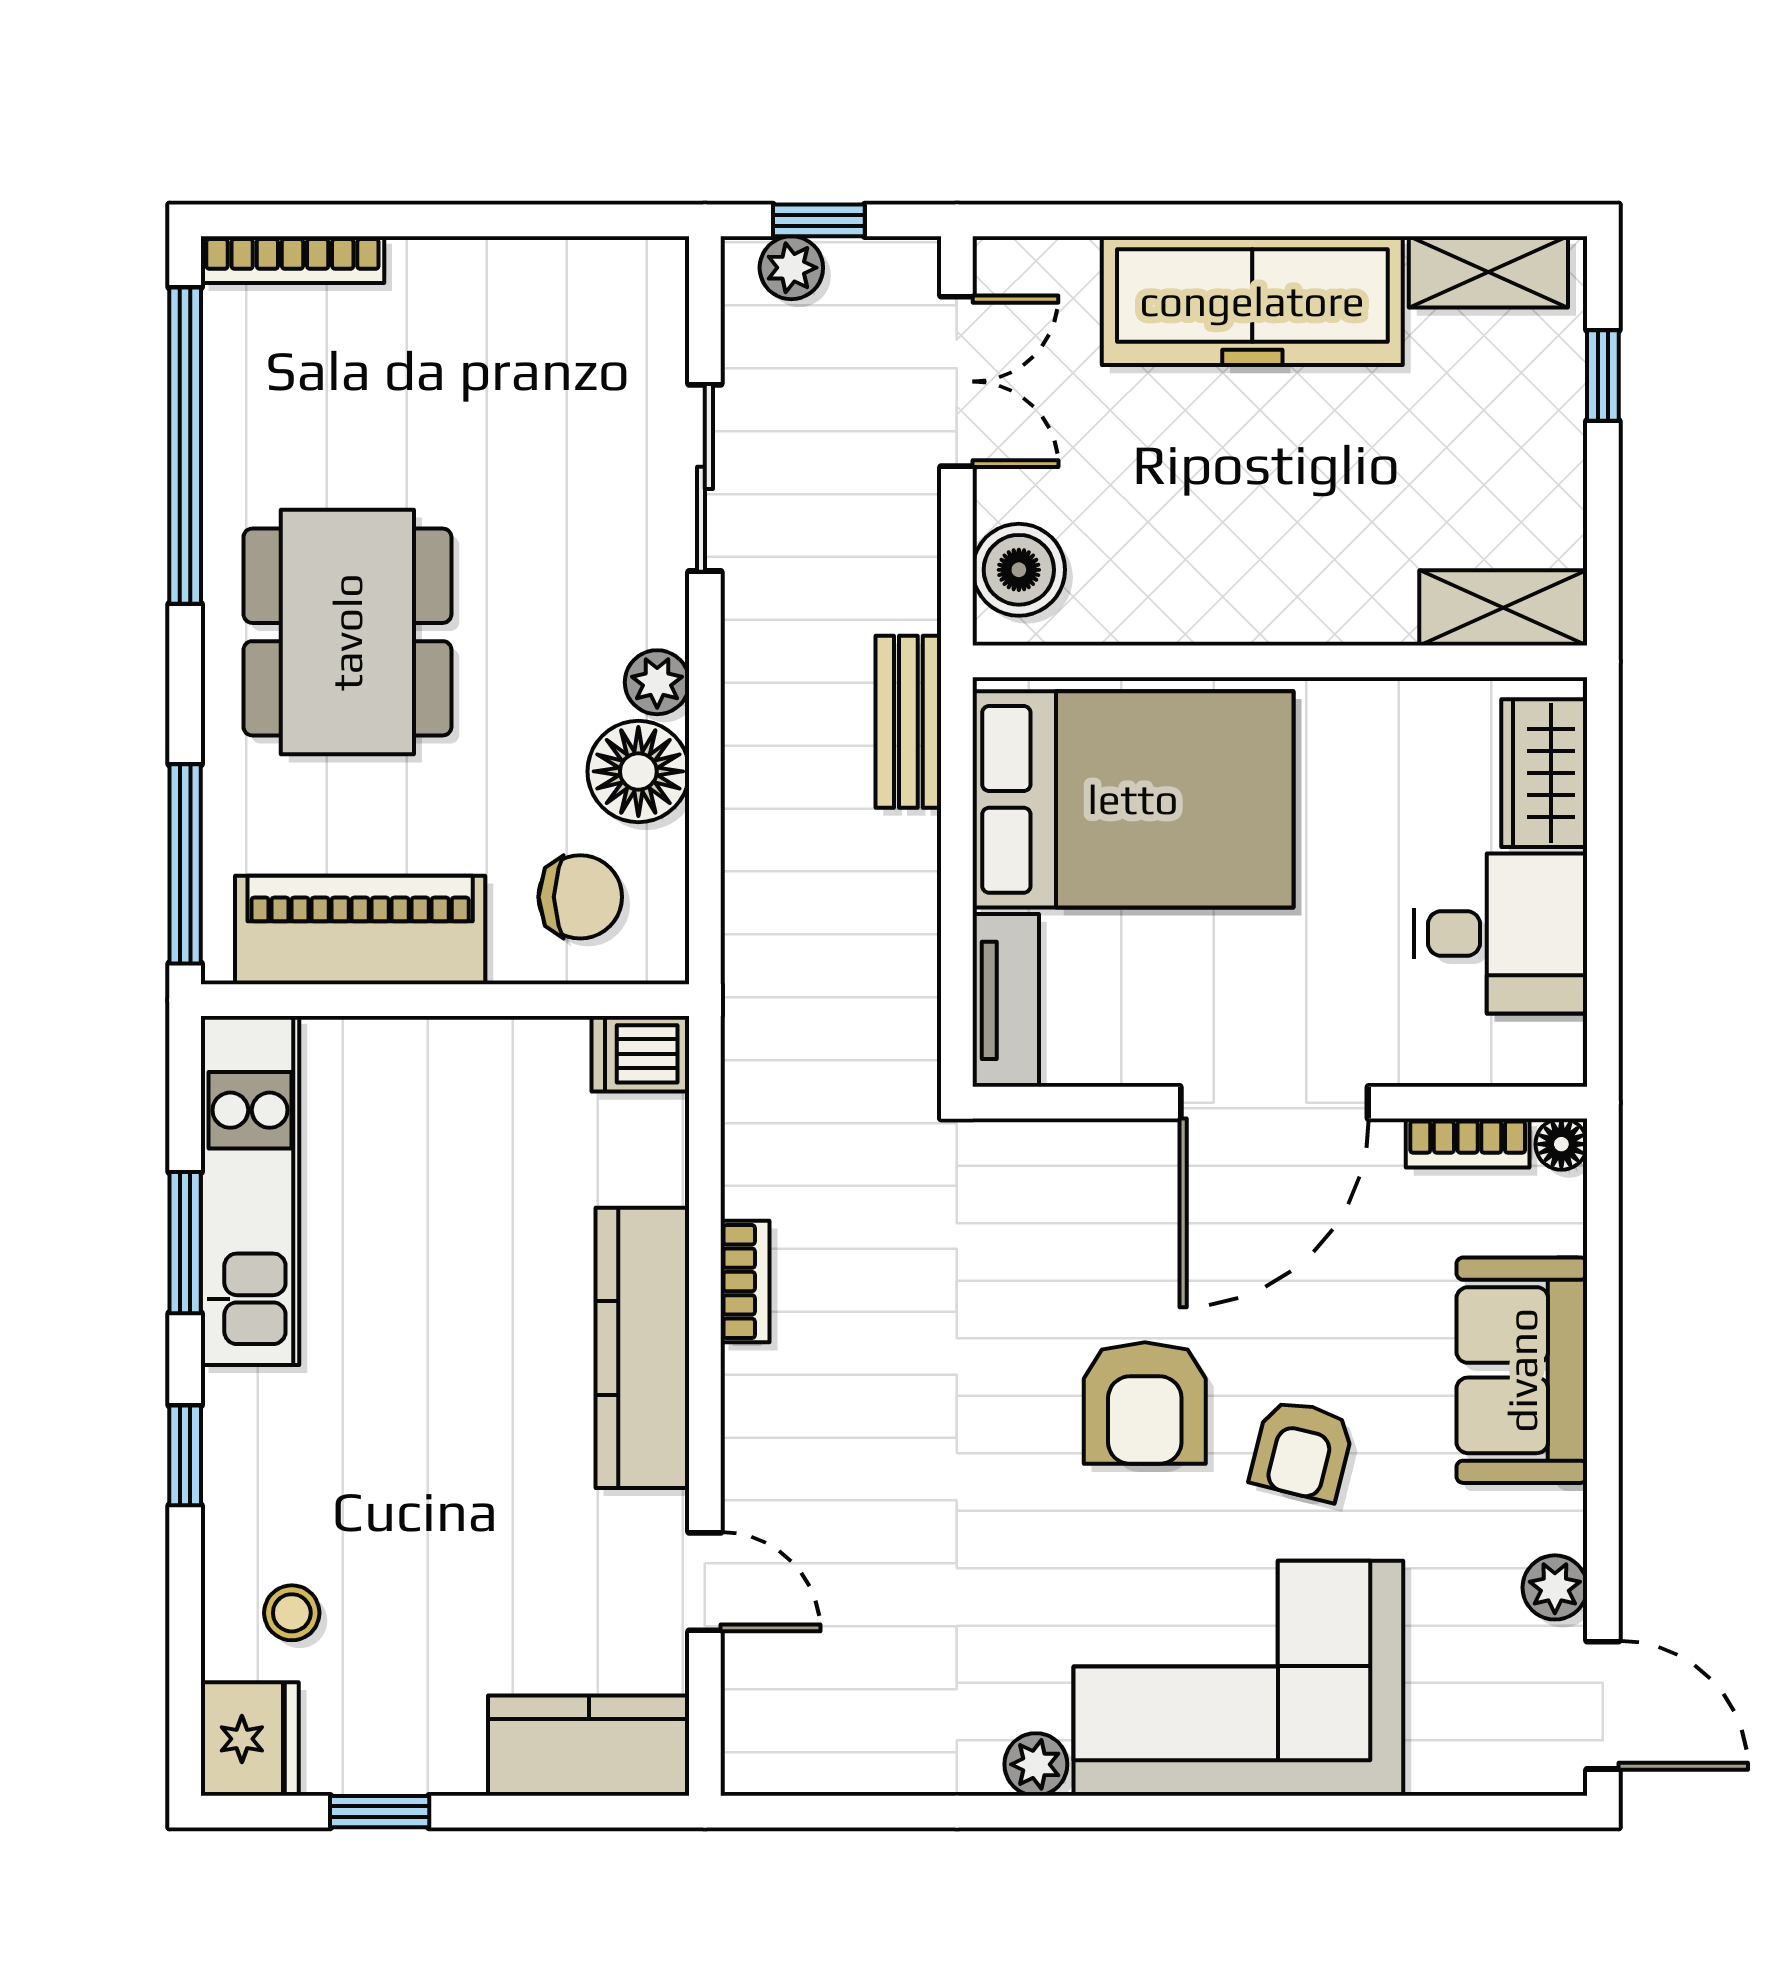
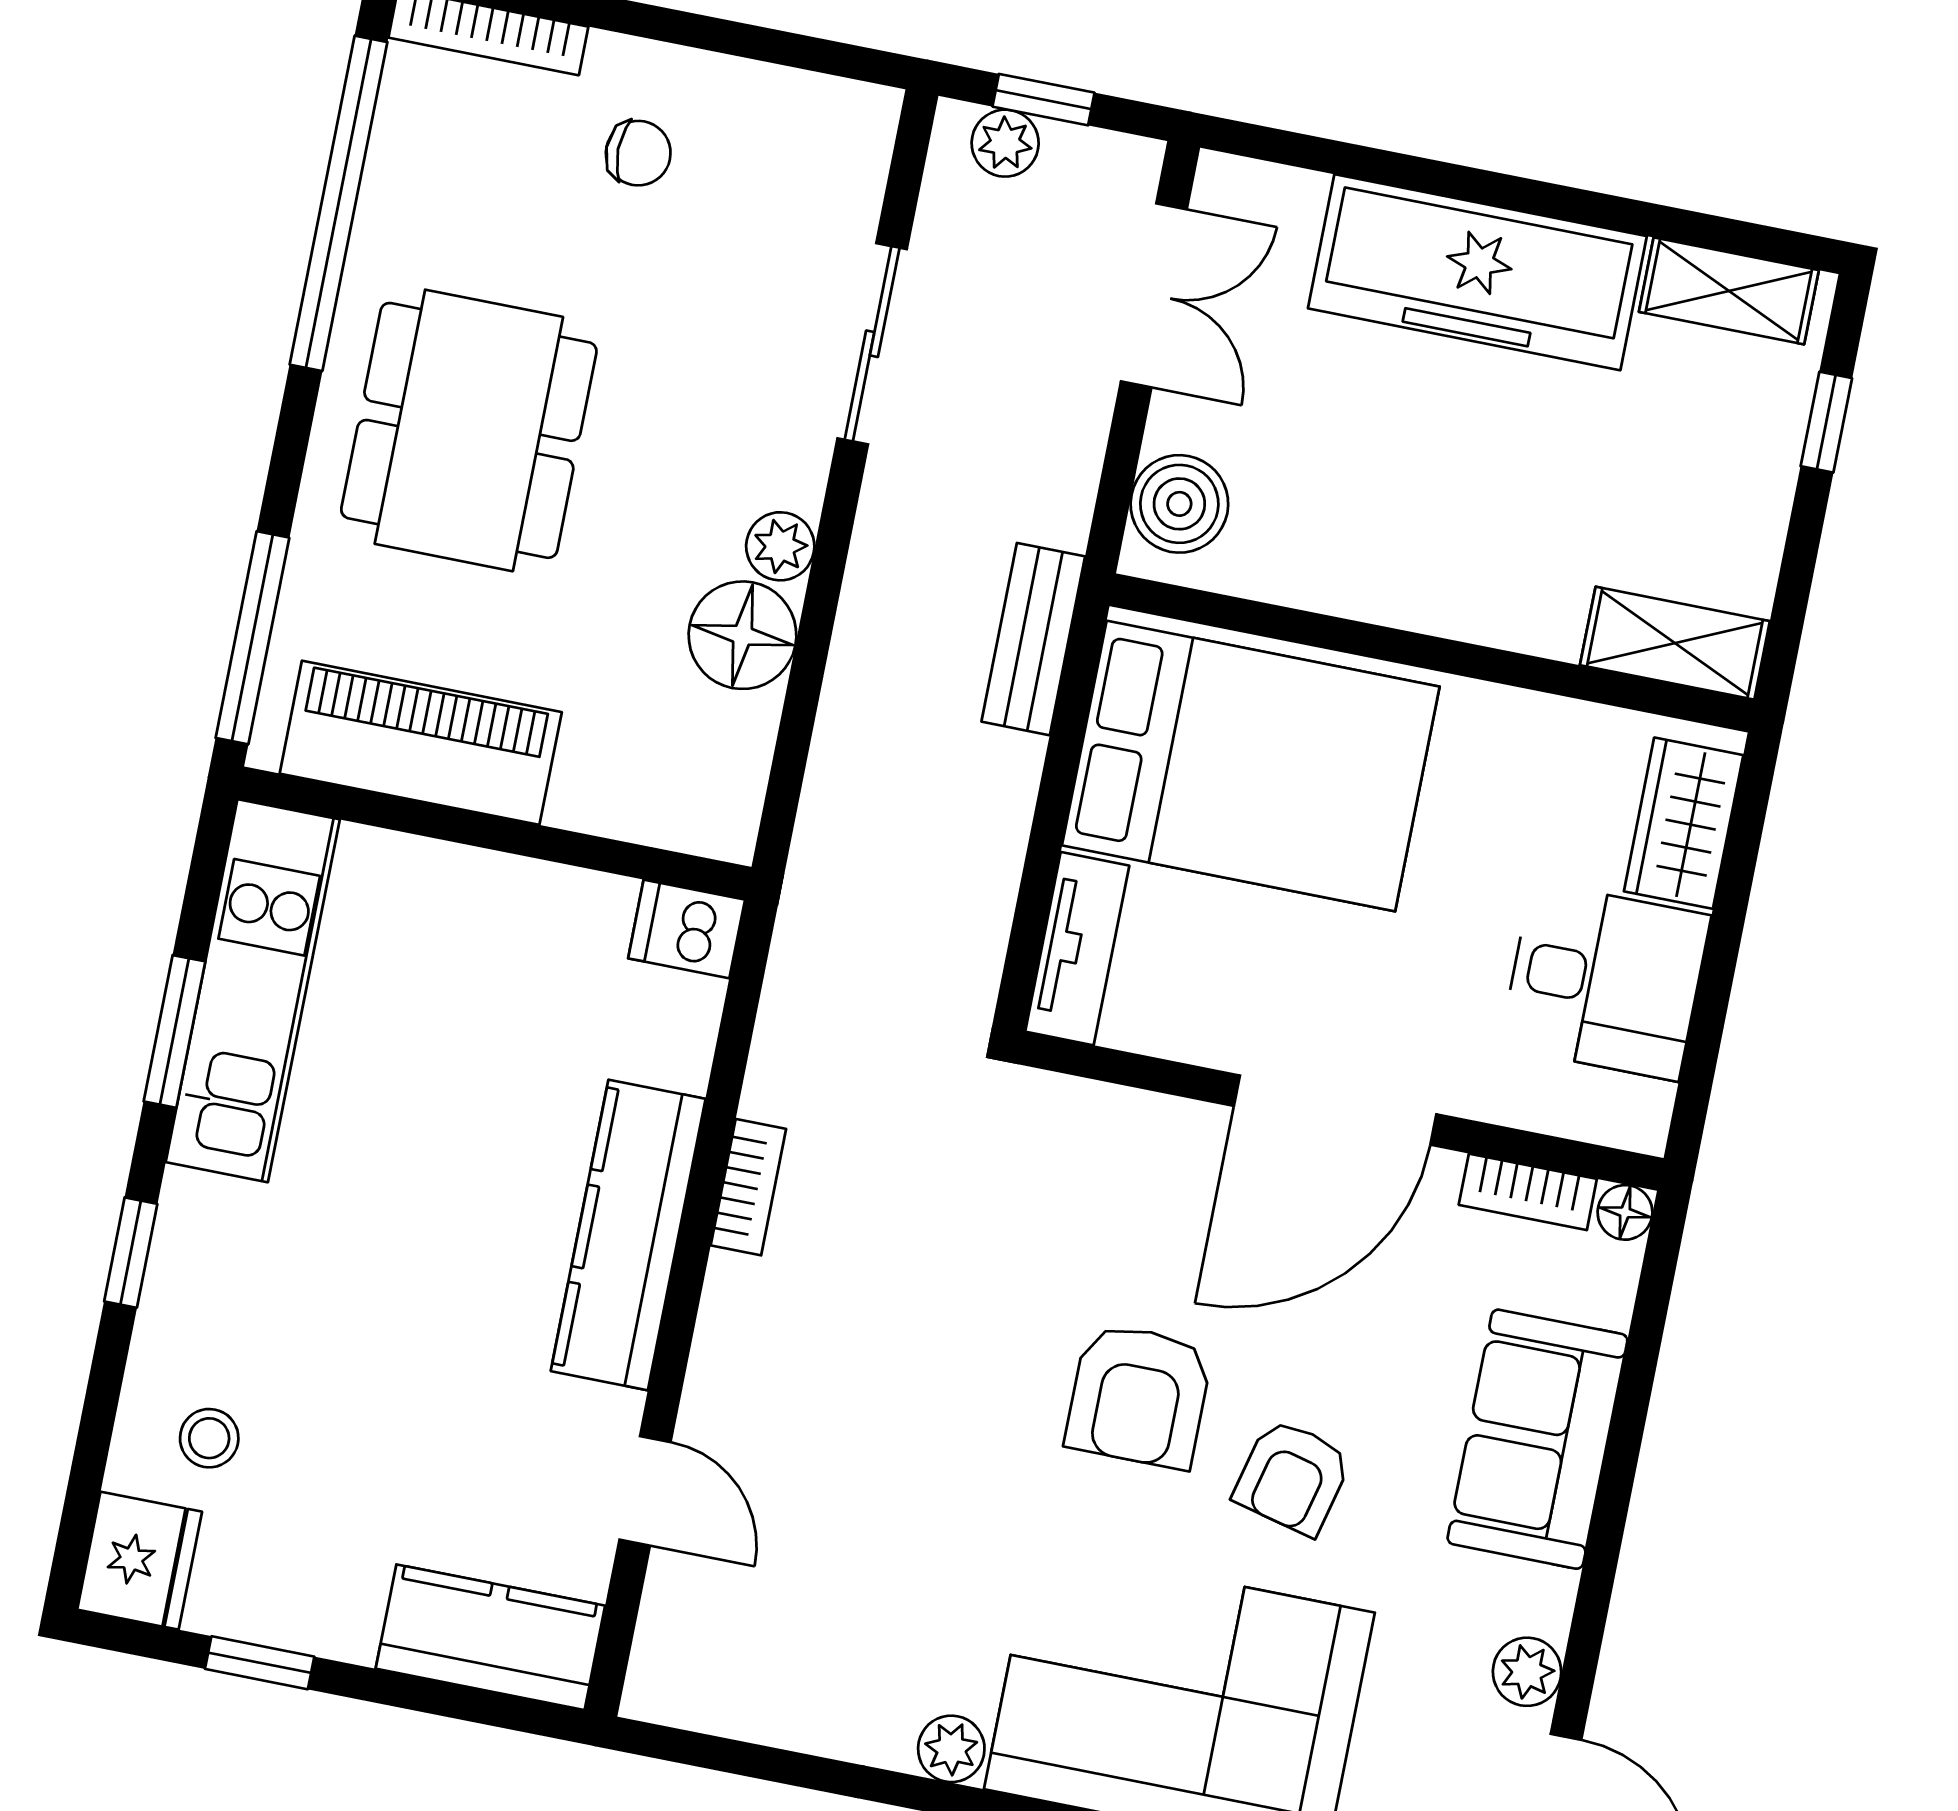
chair: (580, 897) -> (638, 153), moved, width x0.73, depth x0.73

